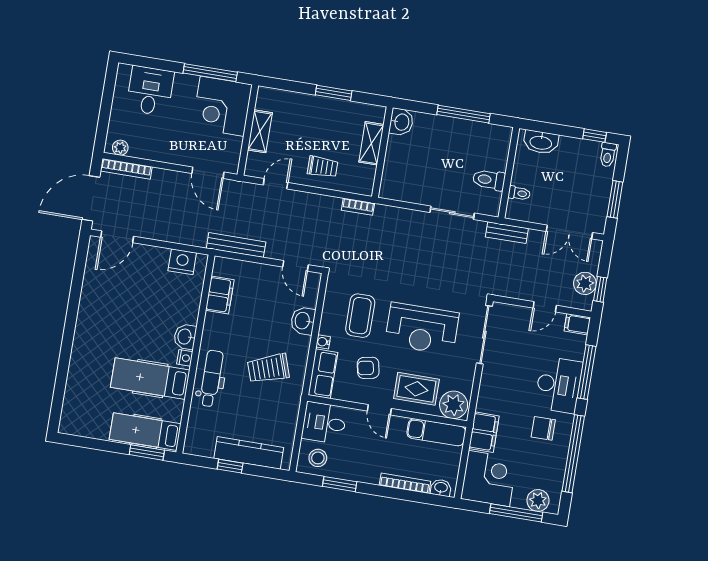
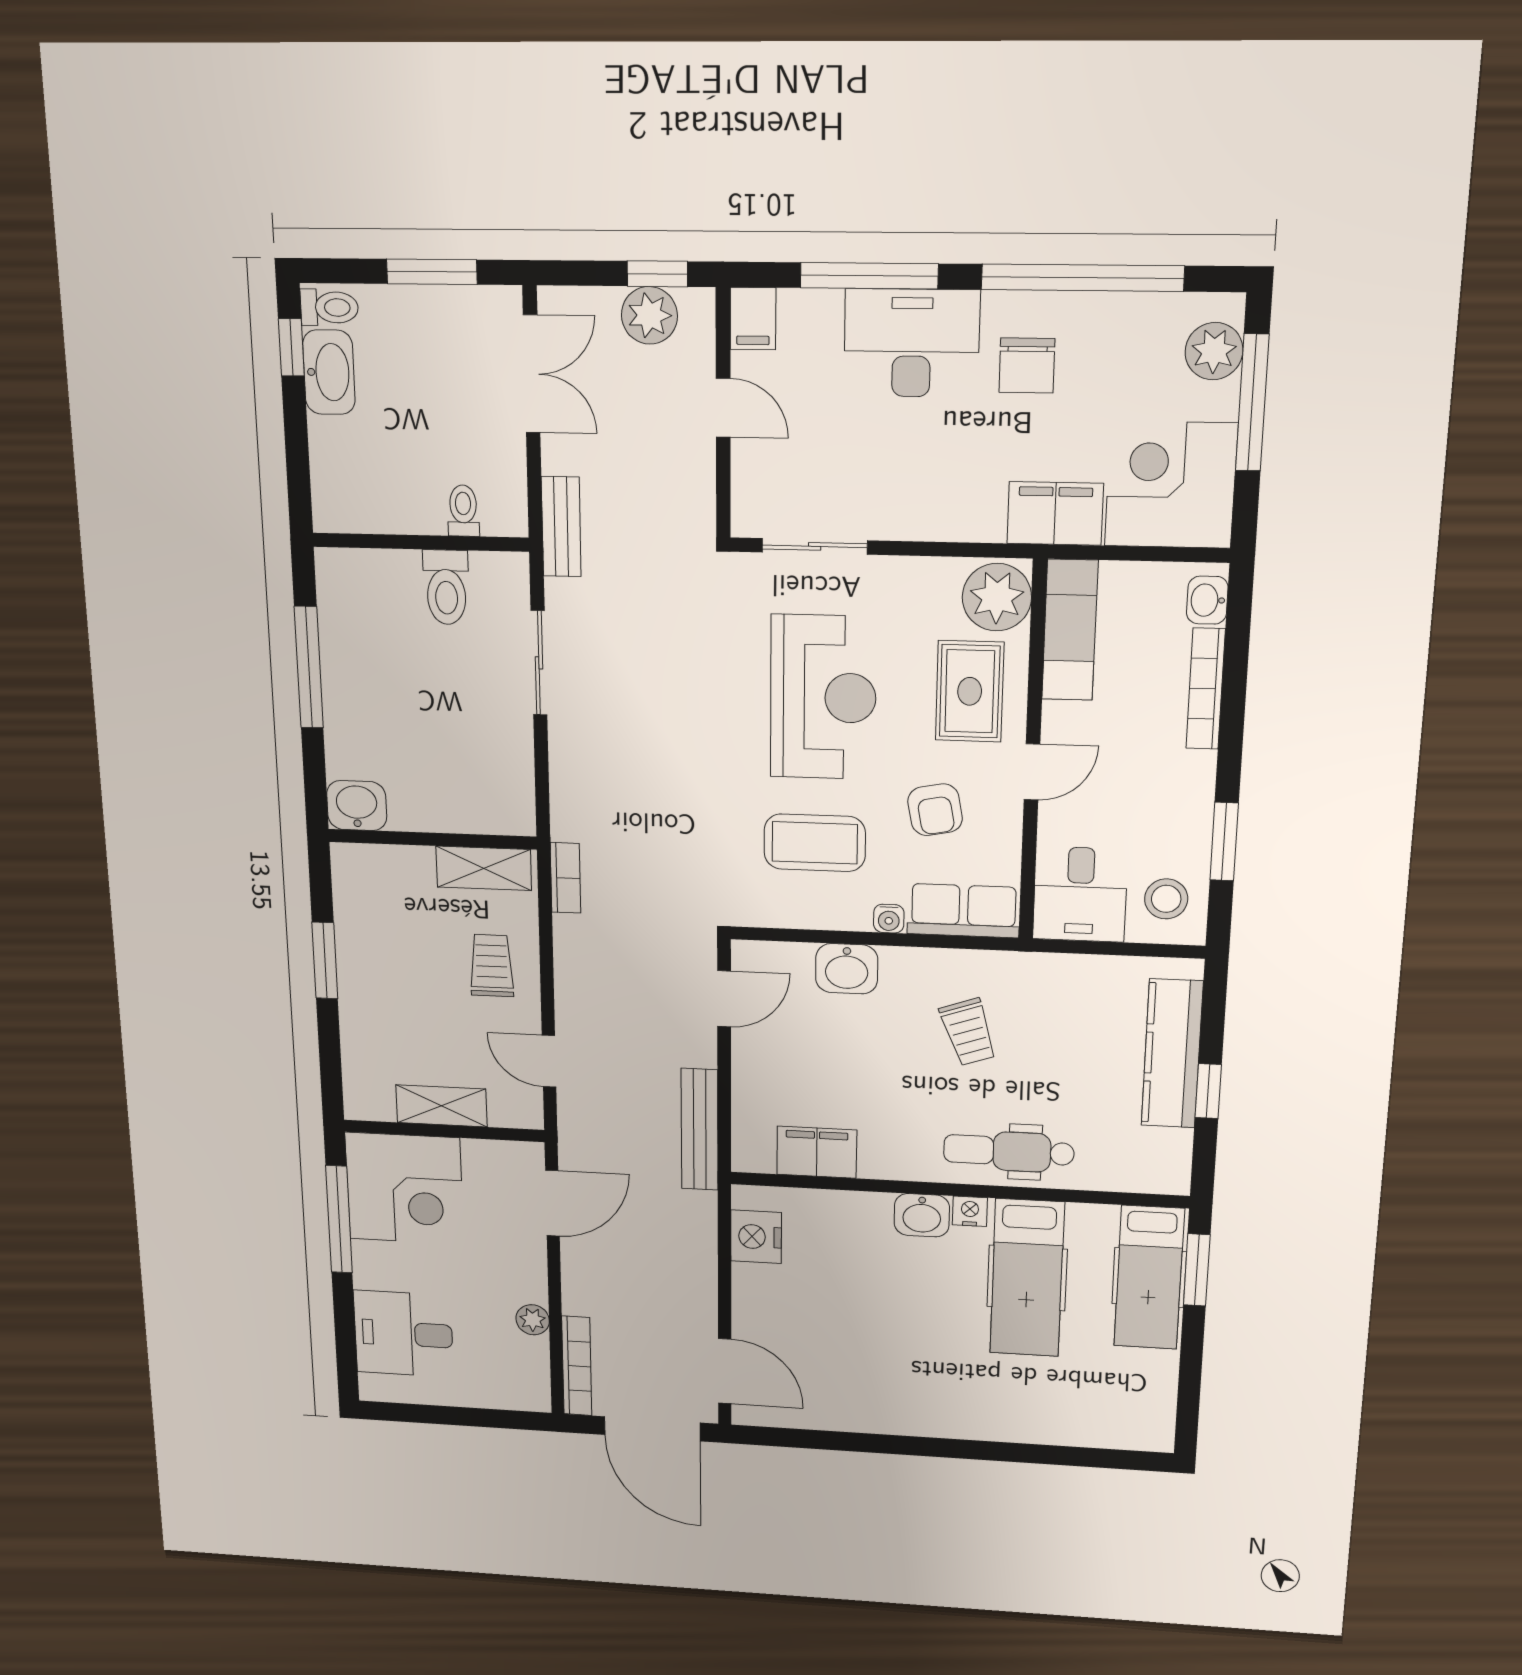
washbasin: (541, 142) -> (329, 372), moved
shelving: (371, 143) -> (484, 868), moved
plant: (120, 148) -> (533, 1320), moved
sliding door: (484, 335) -> (815, 546), width x0.73
trolley: (268, 368) -> (968, 1032), width x0.73, depth x0.72

